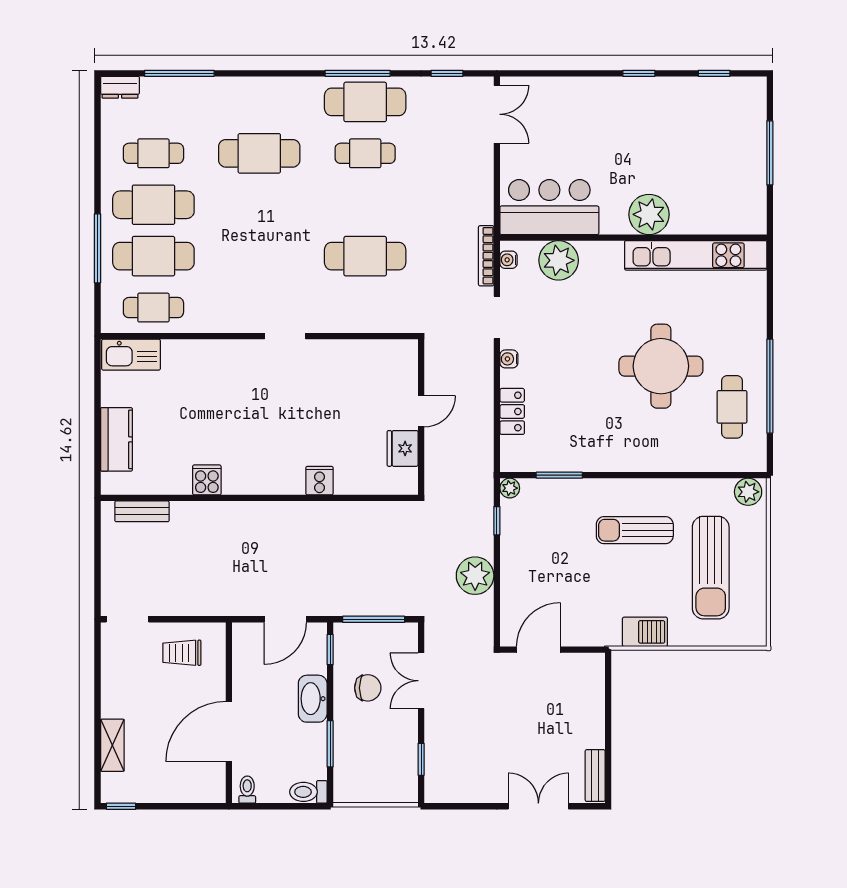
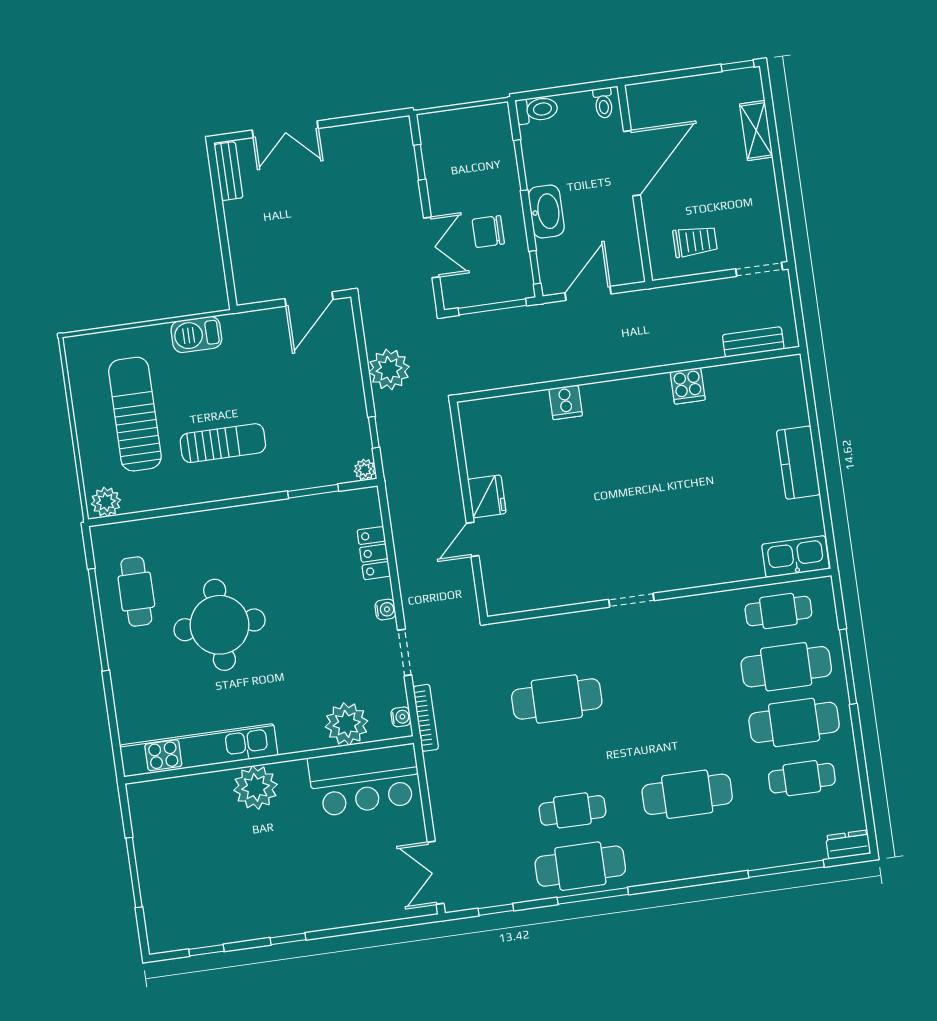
cooker: (207, 480) -> (688, 386), moved
cooker: (319, 481) -> (566, 402), moved
wall: (259, 498) -> (628, 374), moved
bench: (142, 511) -> (753, 342), moved

